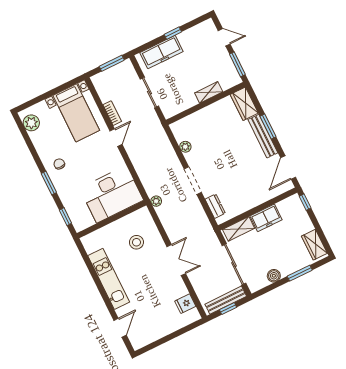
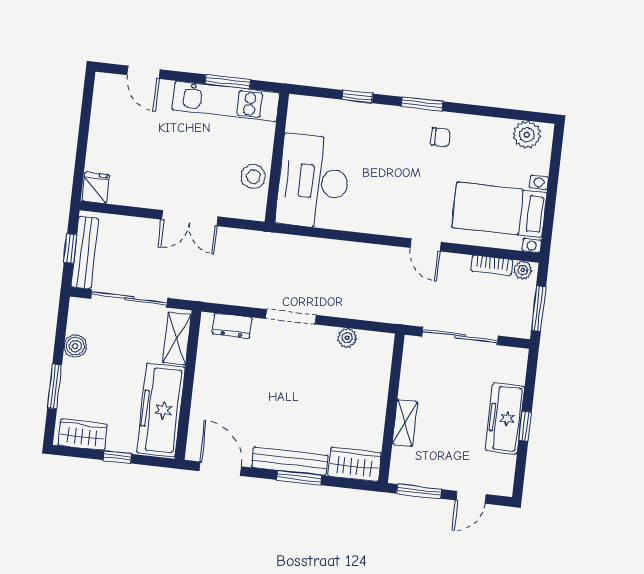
freezer: (161, 52) -> (505, 418), moved
sliding door: (149, 93) -> (460, 336), width x1.37
bookcase: (112, 113) -> (492, 265), moved
desk: (112, 194) -> (313, 181), moved
plant: (156, 201) -> (523, 270), moved
window: (305, 202) -> (117, 457), moved
freezer: (266, 218) -> (161, 410), width x1.91, depth x1.26
wall: (111, 219) -> (277, 158), moved
window: (99, 284) -> (228, 82), added
fridge: (185, 304) -> (96, 188), moved

